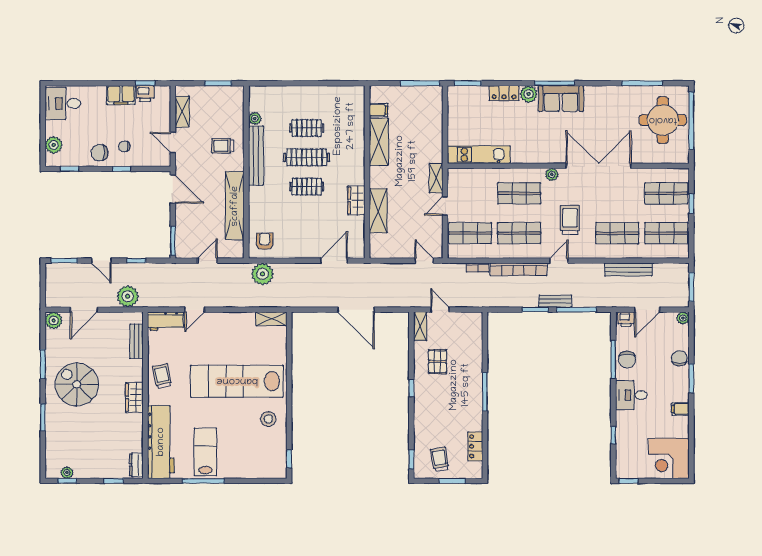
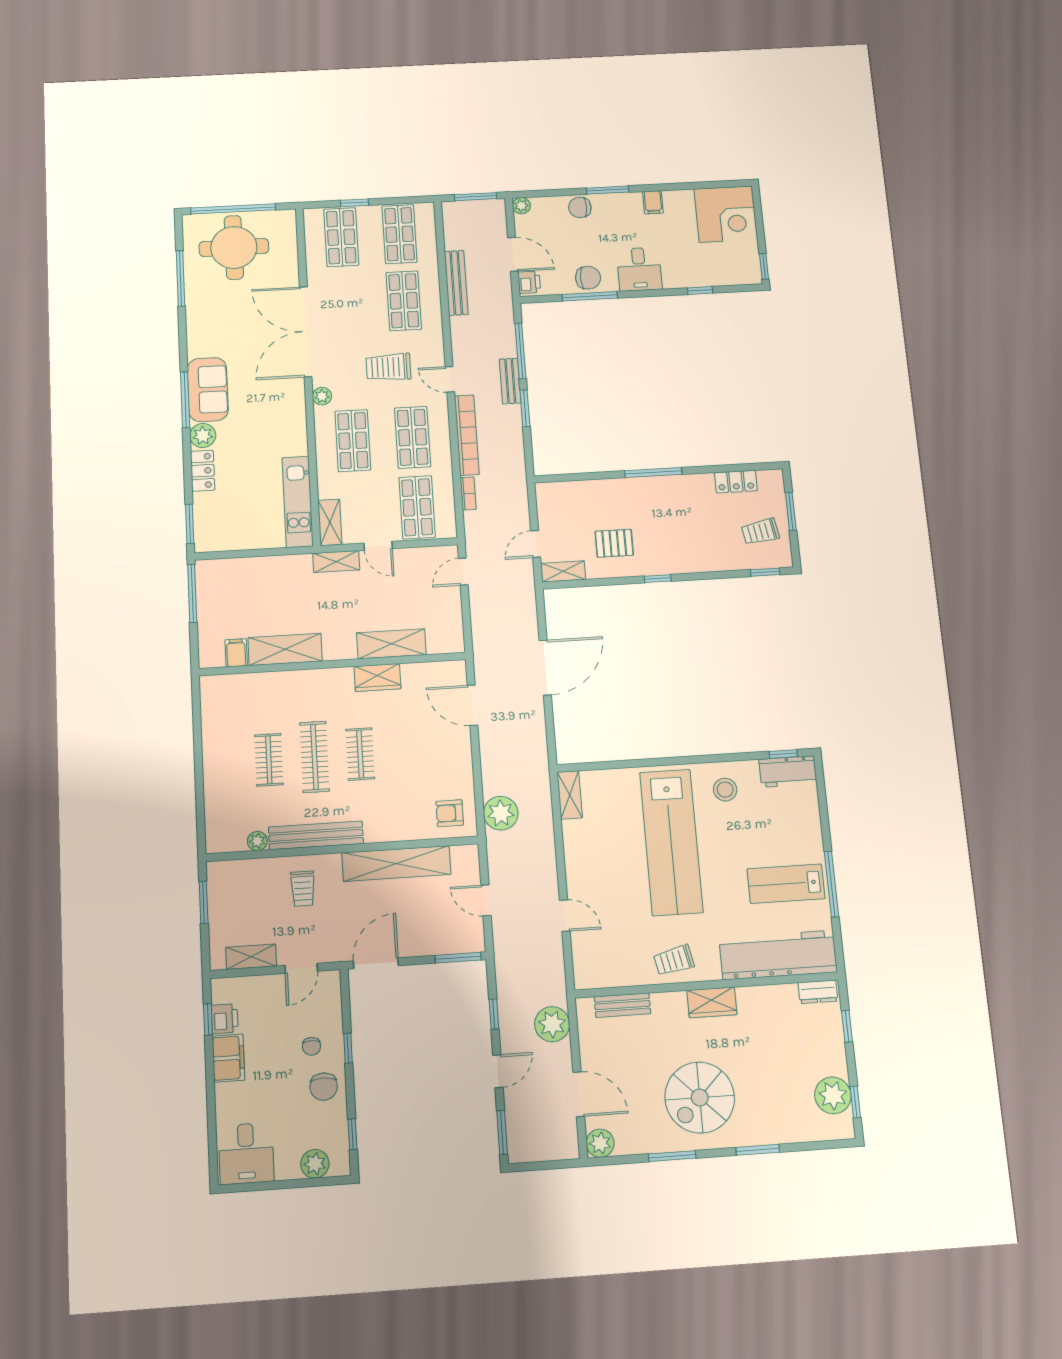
shelving: (463, 175) -> (330, 522), added
workbench: (166, 321) -> (788, 772), moved, turned 90
plant: (67, 473) -> (833, 1095), width x1.88, depth x1.88

